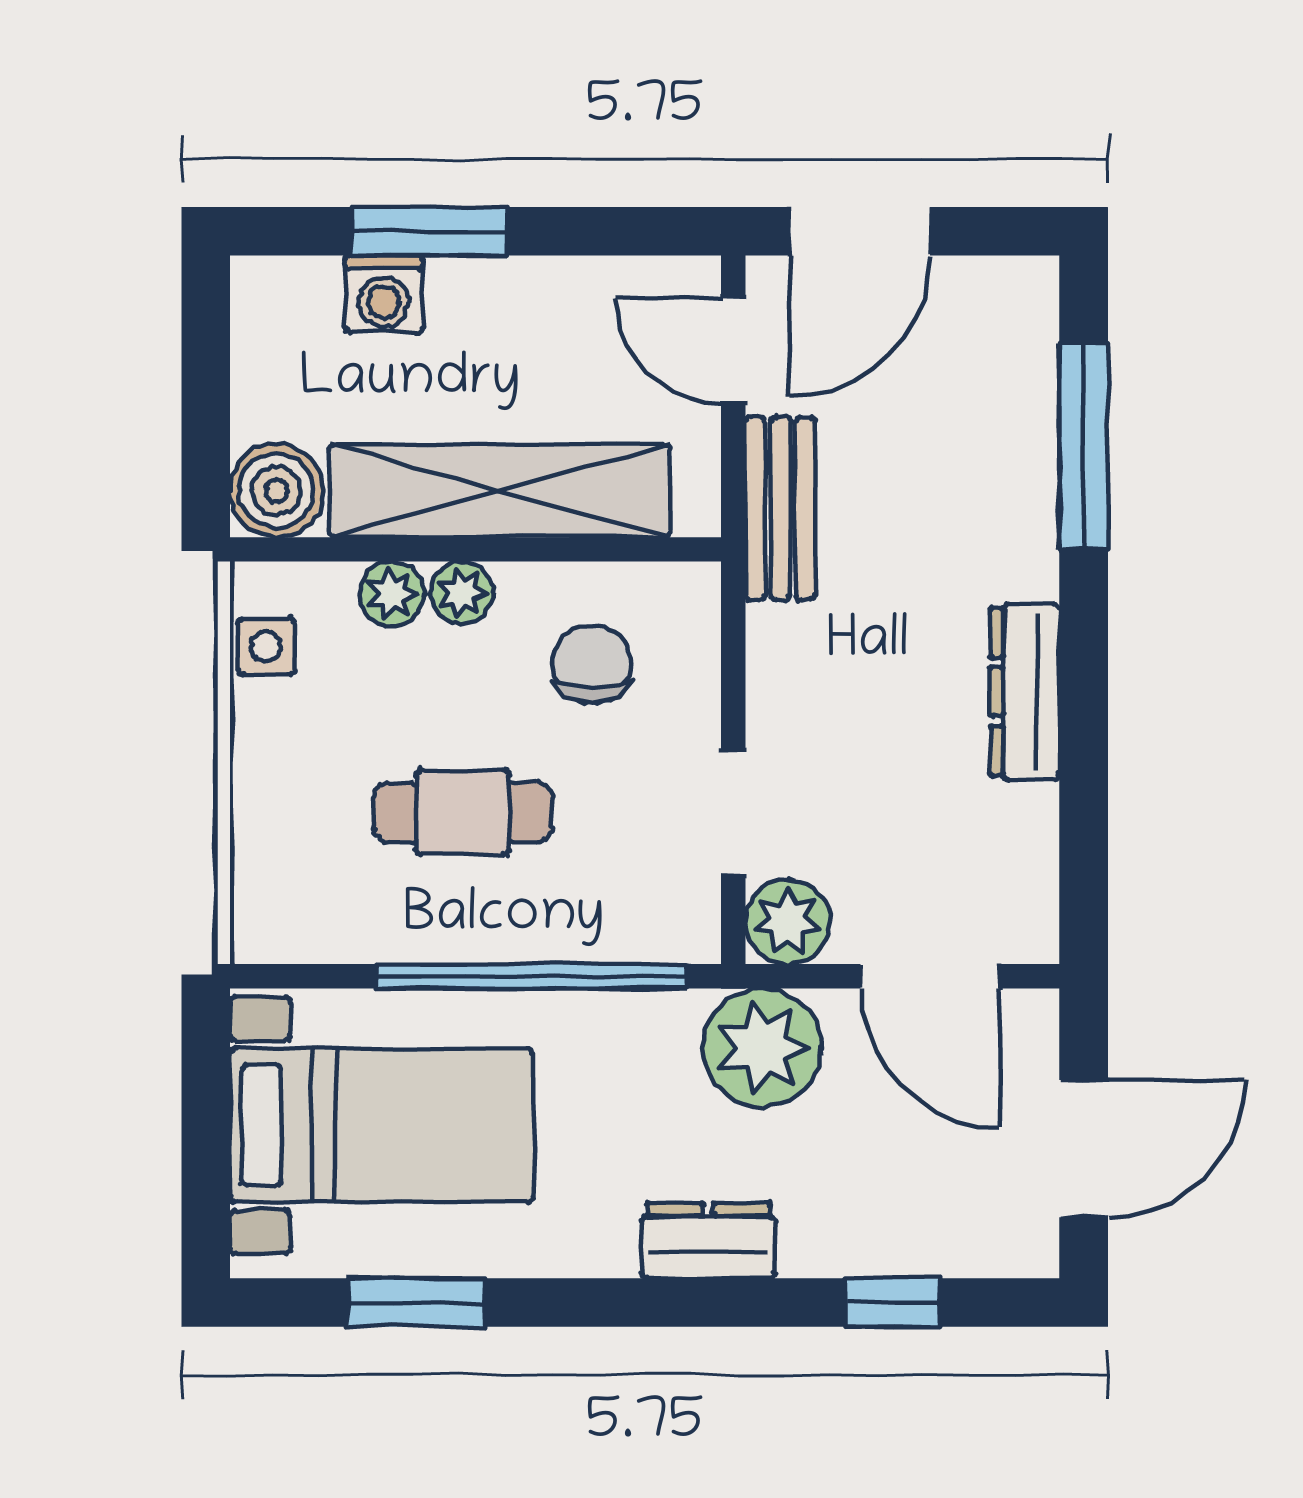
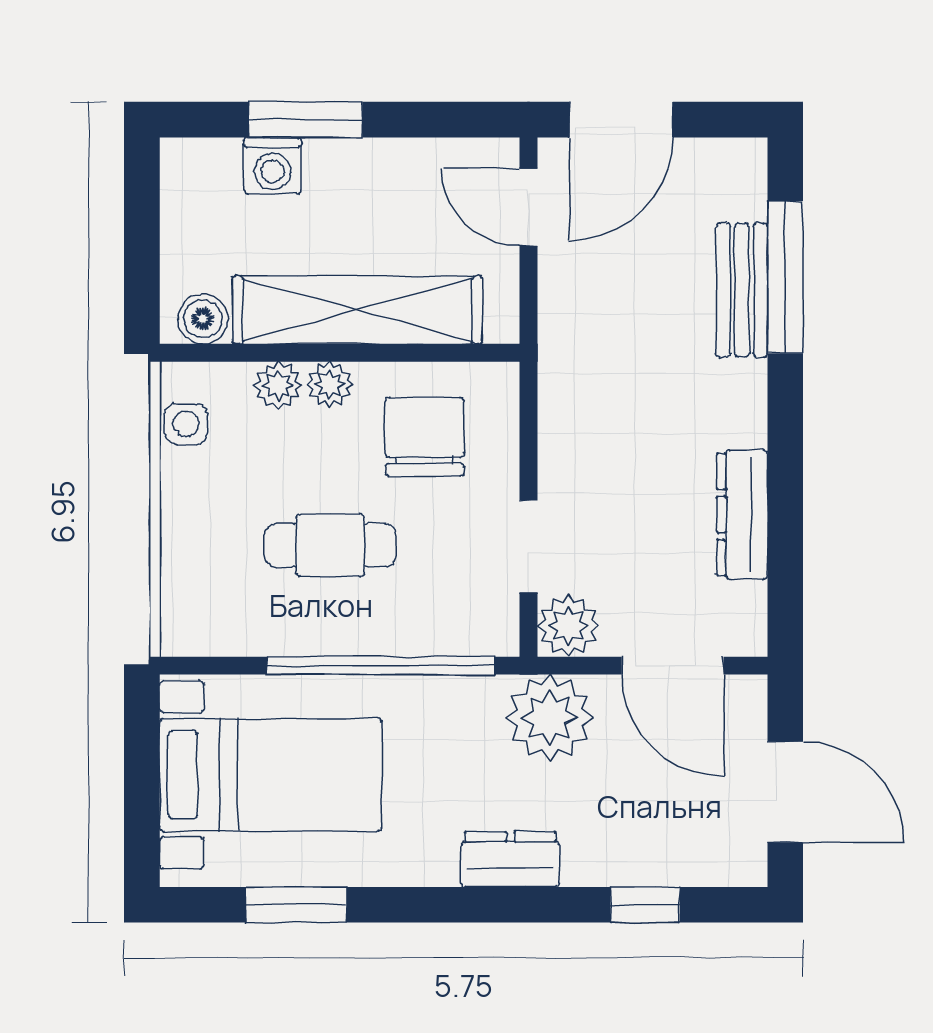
boiler: (276, 491) -> (203, 319), width x0.73, depth x0.73
bench: (780, 508) -> (742, 290), moved
chair: (592, 664) -> (425, 437), width x1.37, depth x1.37
dresser: (1025, 692) -> (742, 514), moved
door: (1084, 1149) -> (785, 792), hinge flipped

